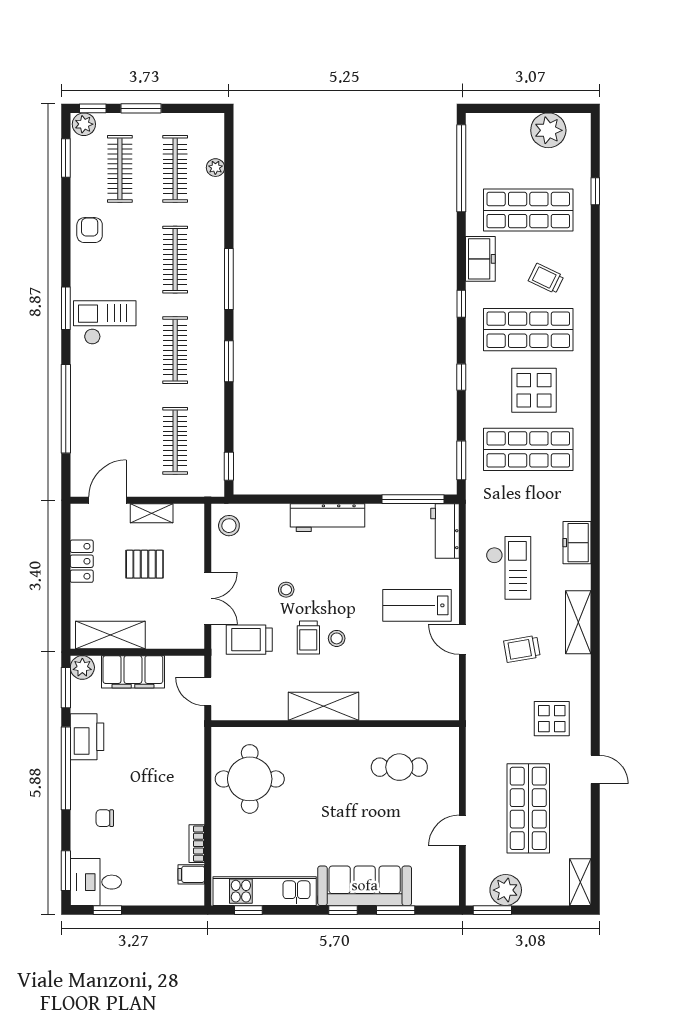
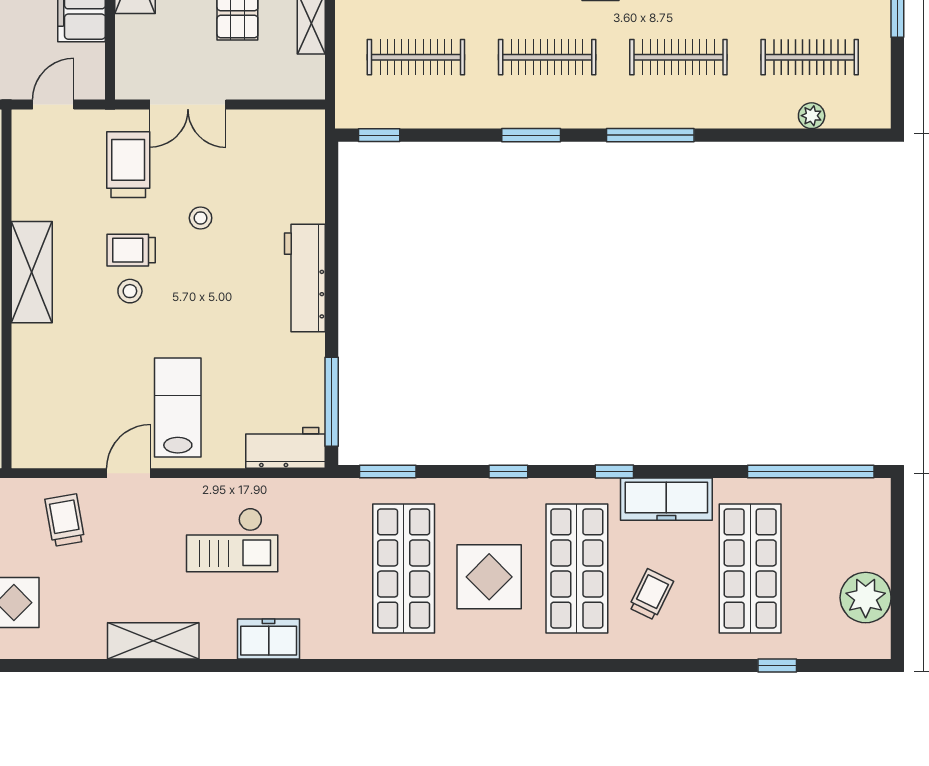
freezer: (480, 259) -> (666, 499), width x1.40
stool: (229, 526) -> (293, 135), removed
trolley: (522, 649) -> (65, 520), moved

